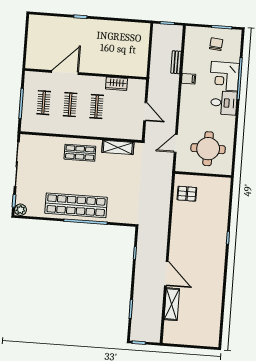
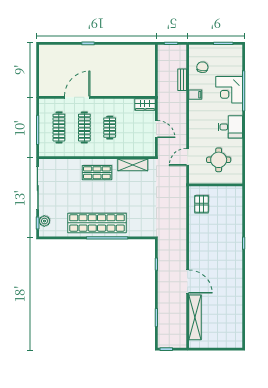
chair: (216, 44) -> (202, 67), moved
wardrobe: (117, 84) -> (145, 104), moved
clothes rail: (44, 103) -> (59, 128), width x1.36
desk: (224, 103) -> (230, 127), moved
clothes rail: (70, 105) -> (84, 128), width x1.36
round table: (208, 149) -> (219, 160), width x0.73, depth x0.73
pallet: (187, 194) -> (202, 204), turned 90
plant: (20, 210) -> (44, 221), moved
shelving: (172, 304) -> (195, 317), width x1.47

